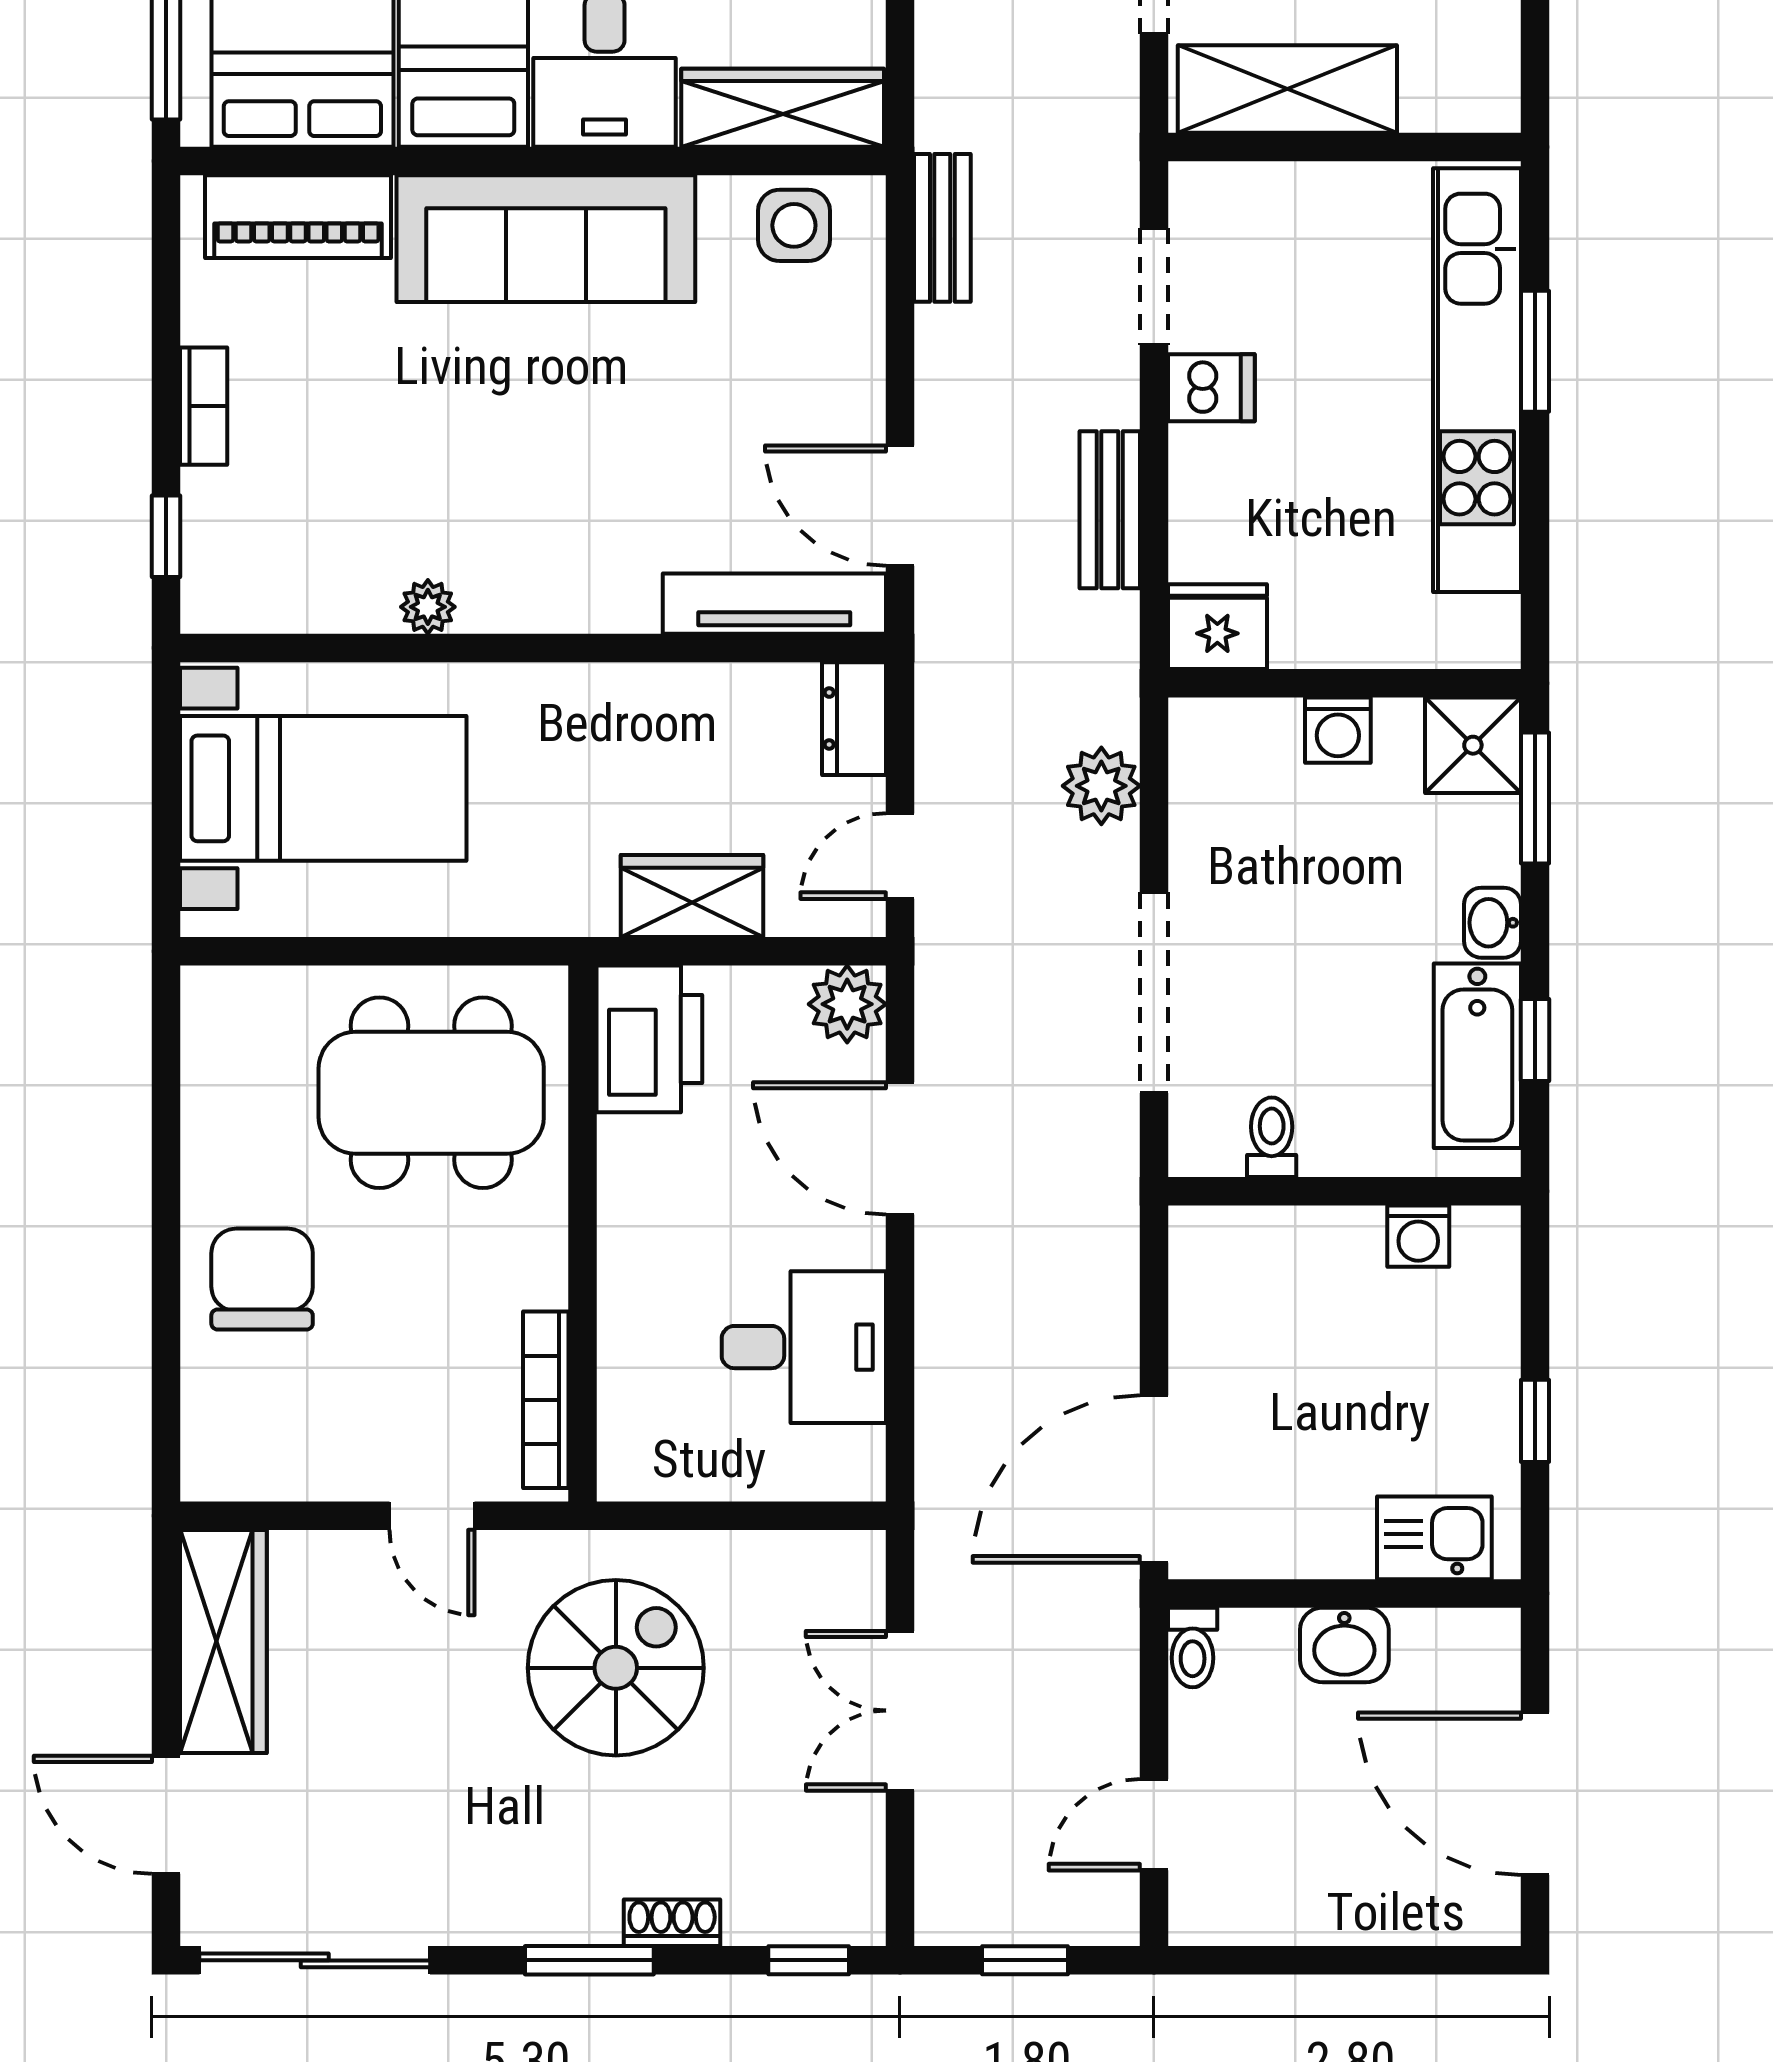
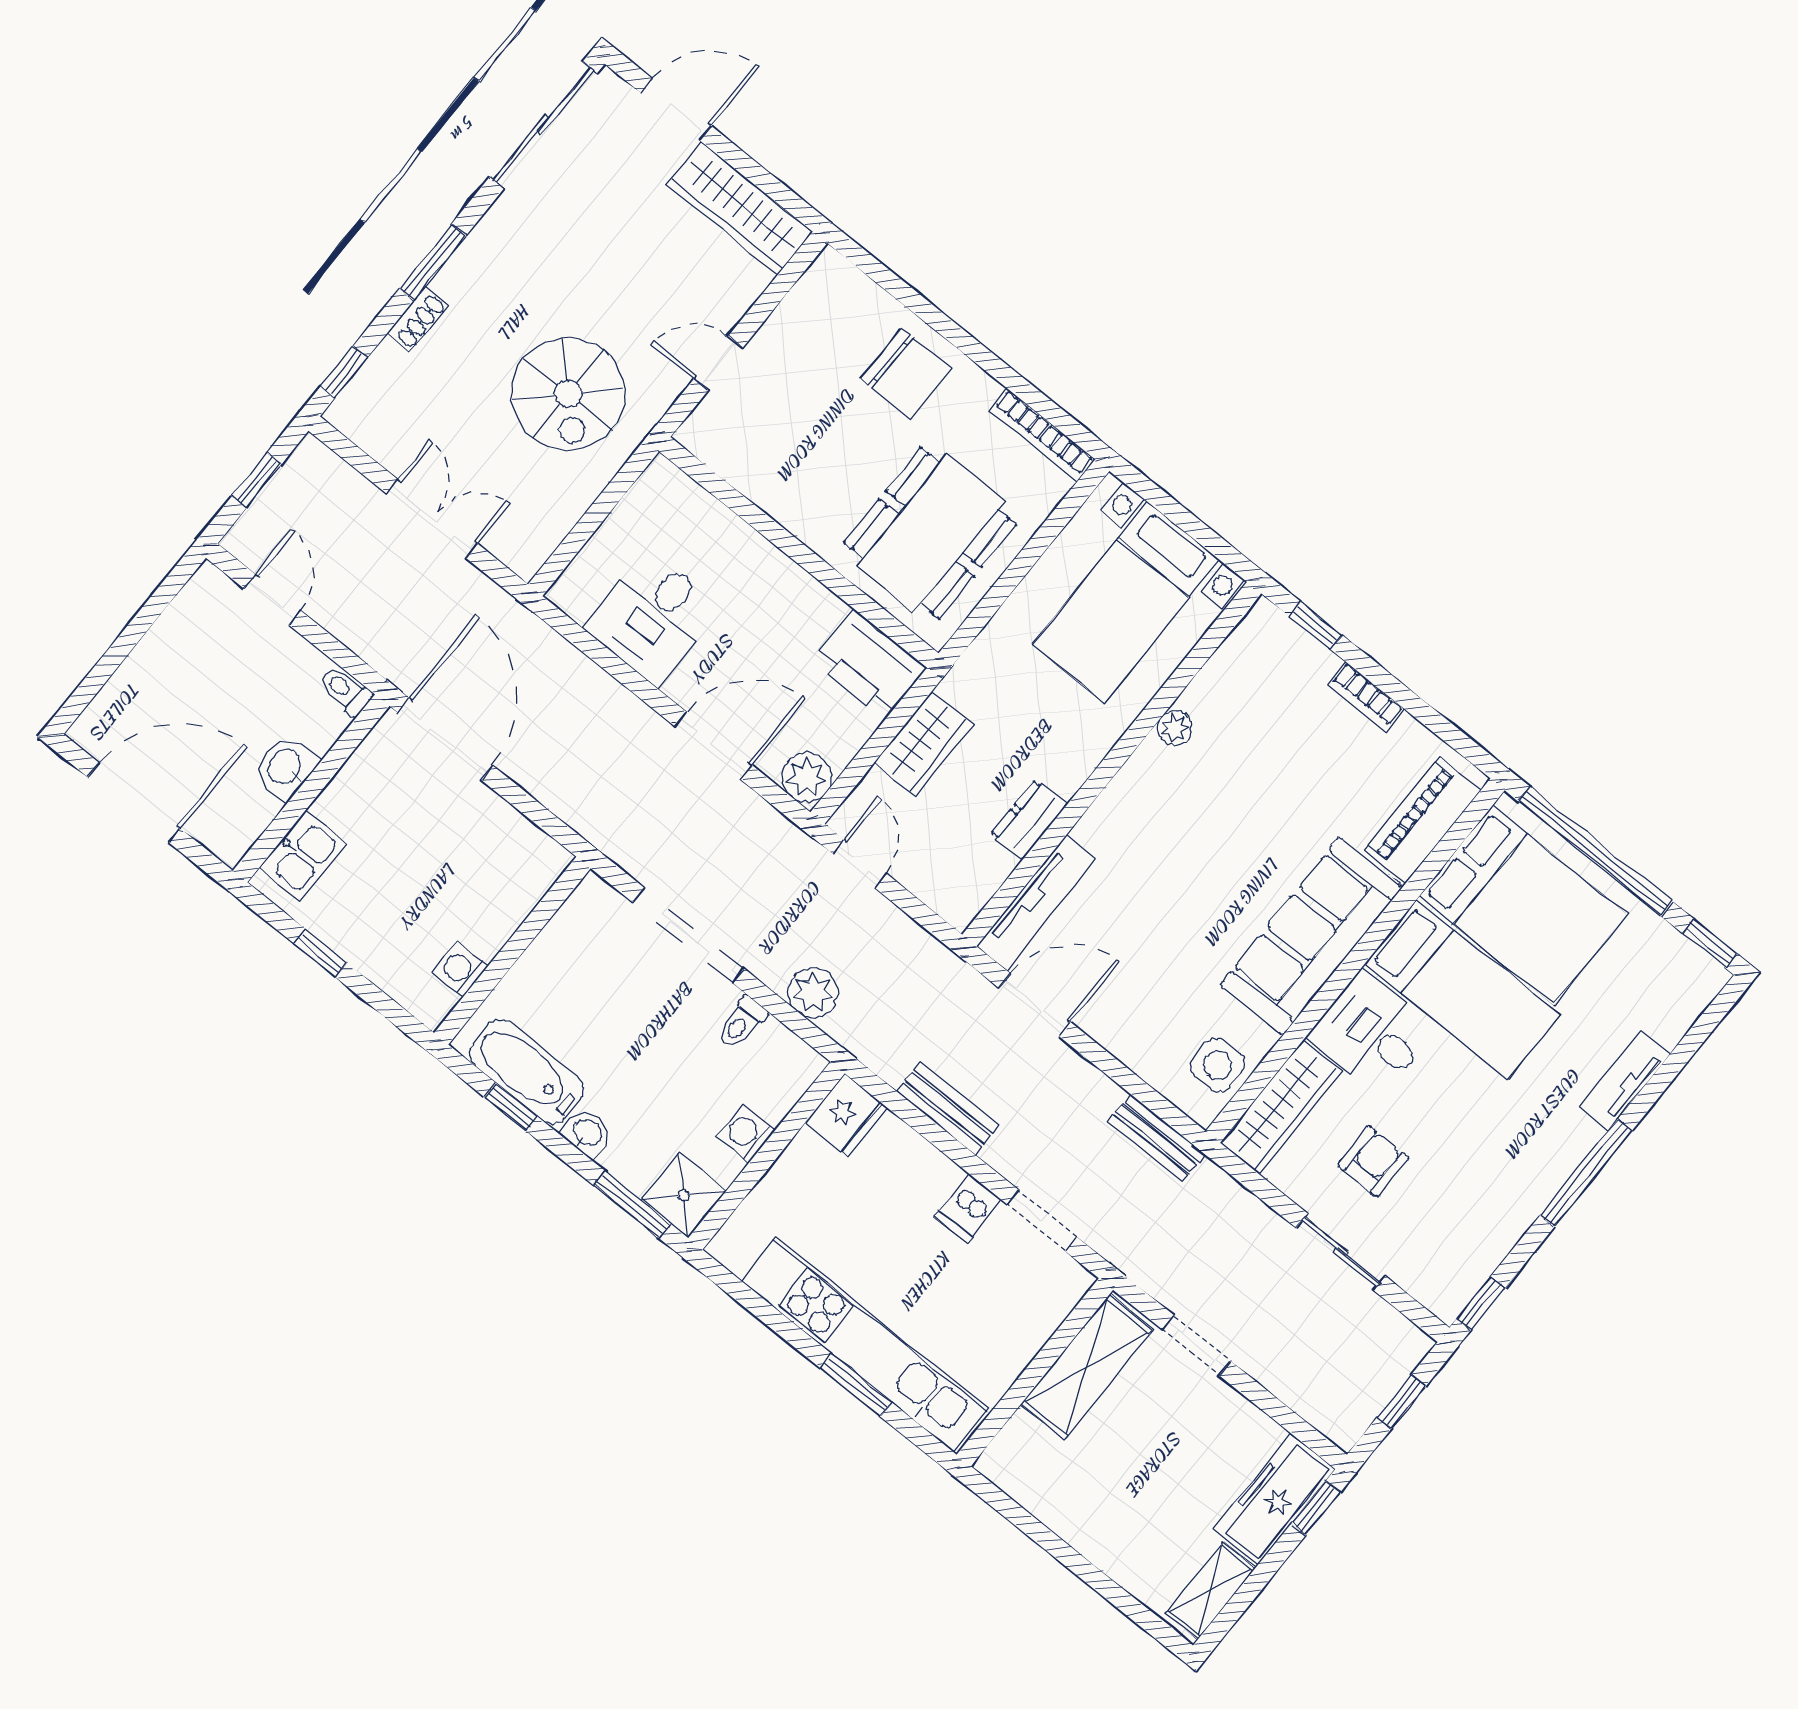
dresser: (854, 719) -> (1029, 820), moved, turned -90
toilet: (1272, 1137) -> (742, 1023), moved, turned 90
bookcase: (546, 1400) -> (1042, 435), moved, turned 180

